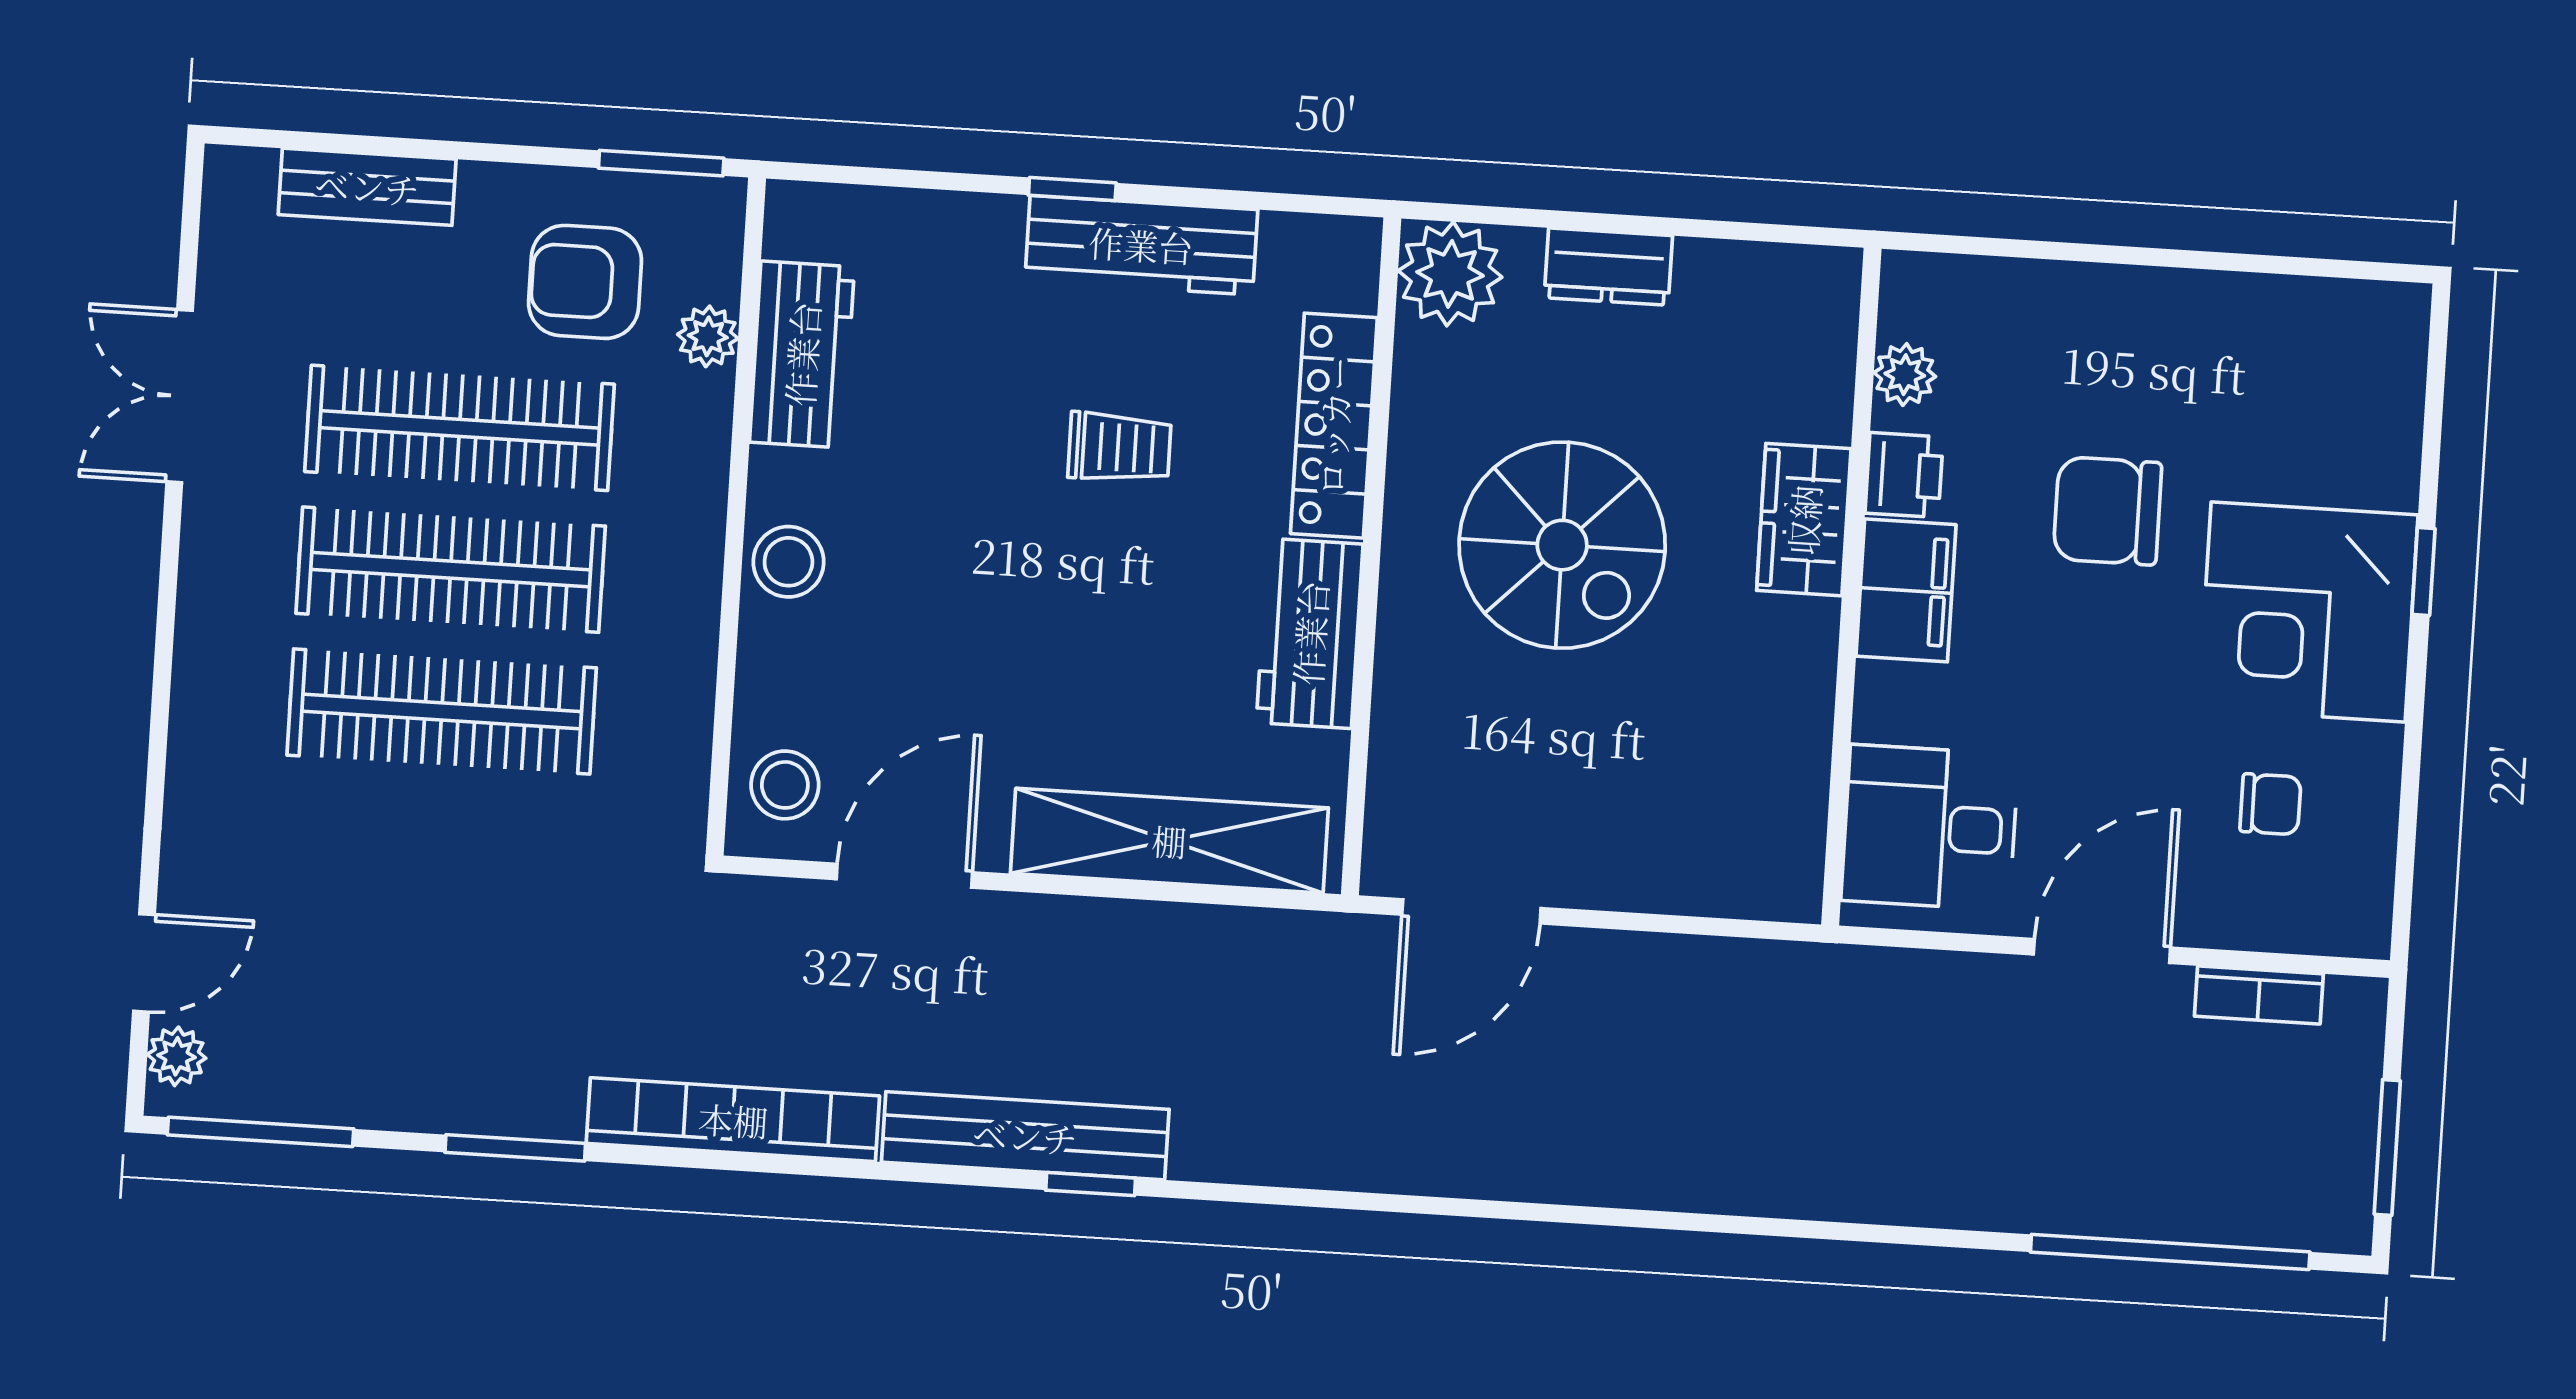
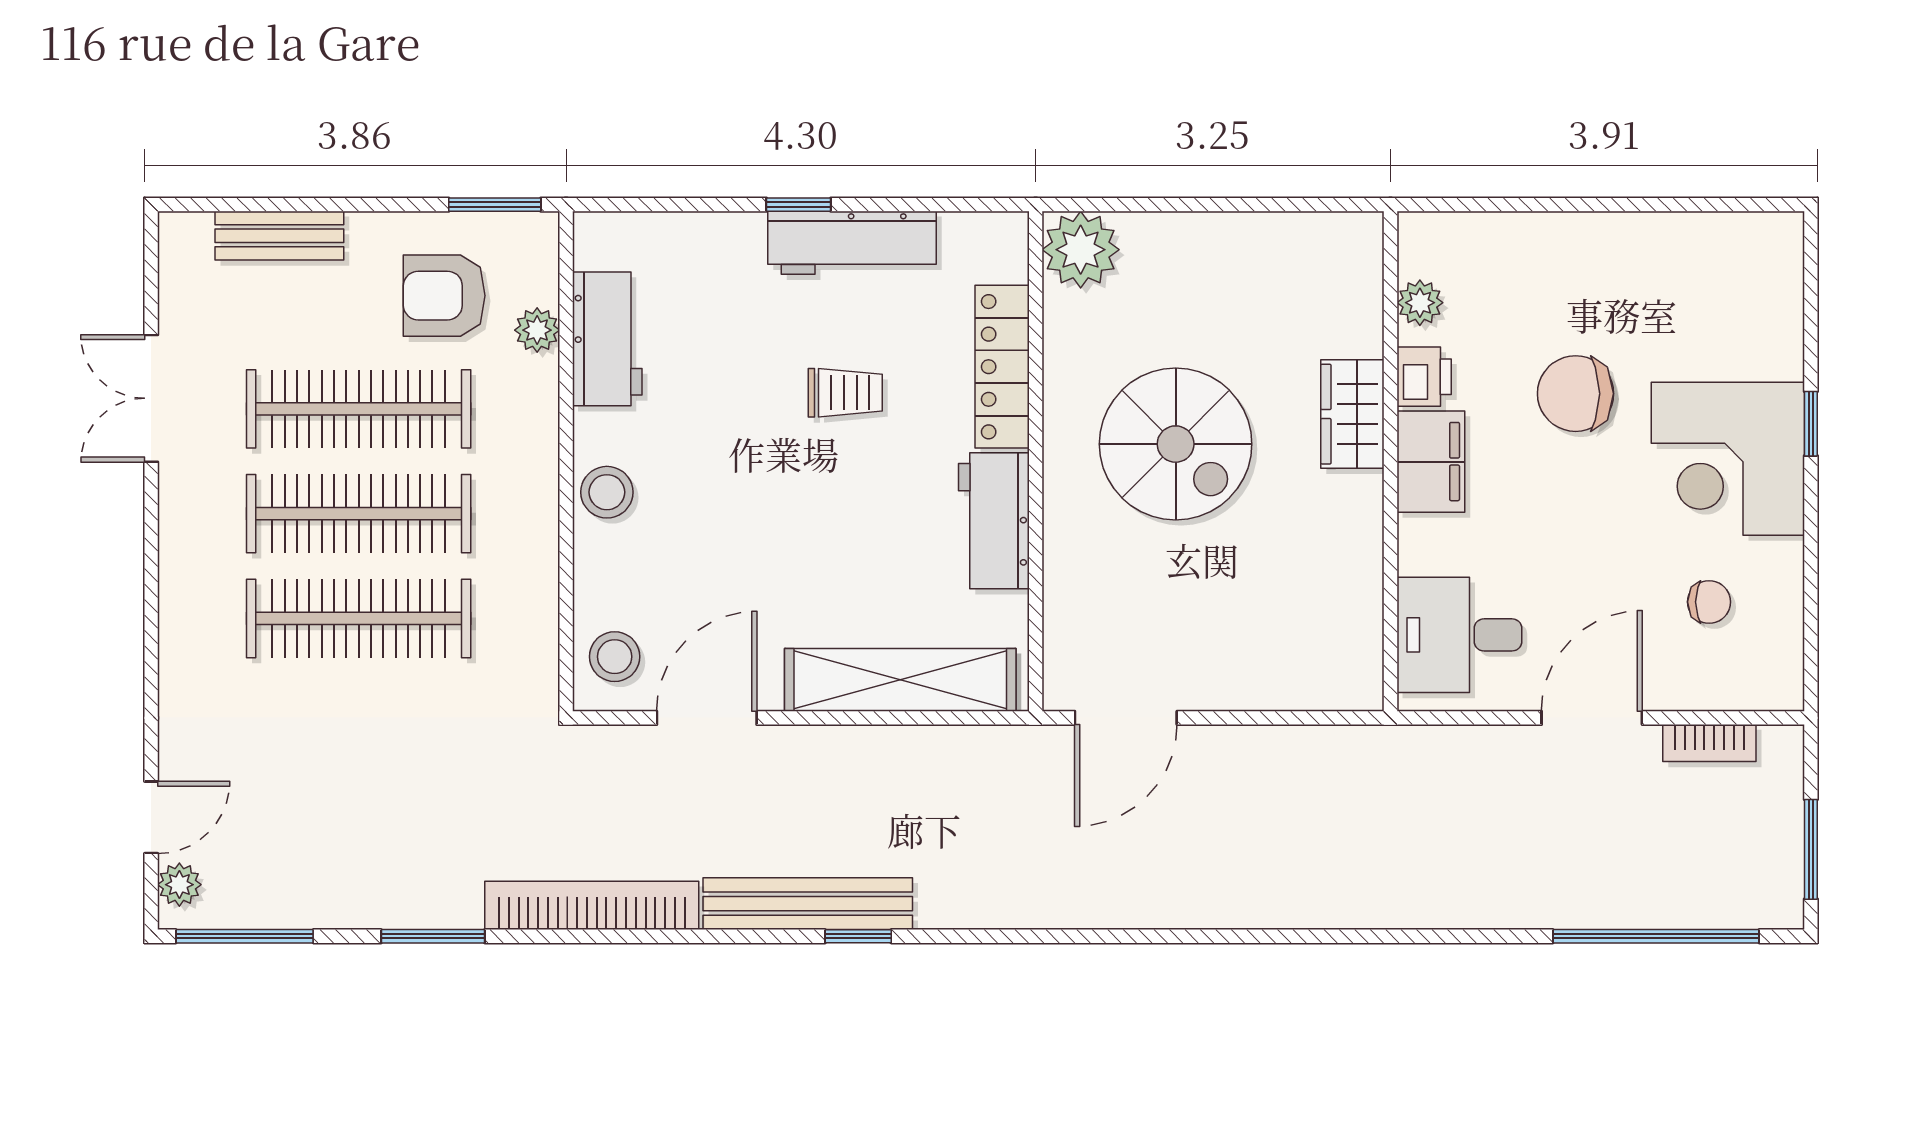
dresser: (1608, 267) -> (1197, 237), removed

